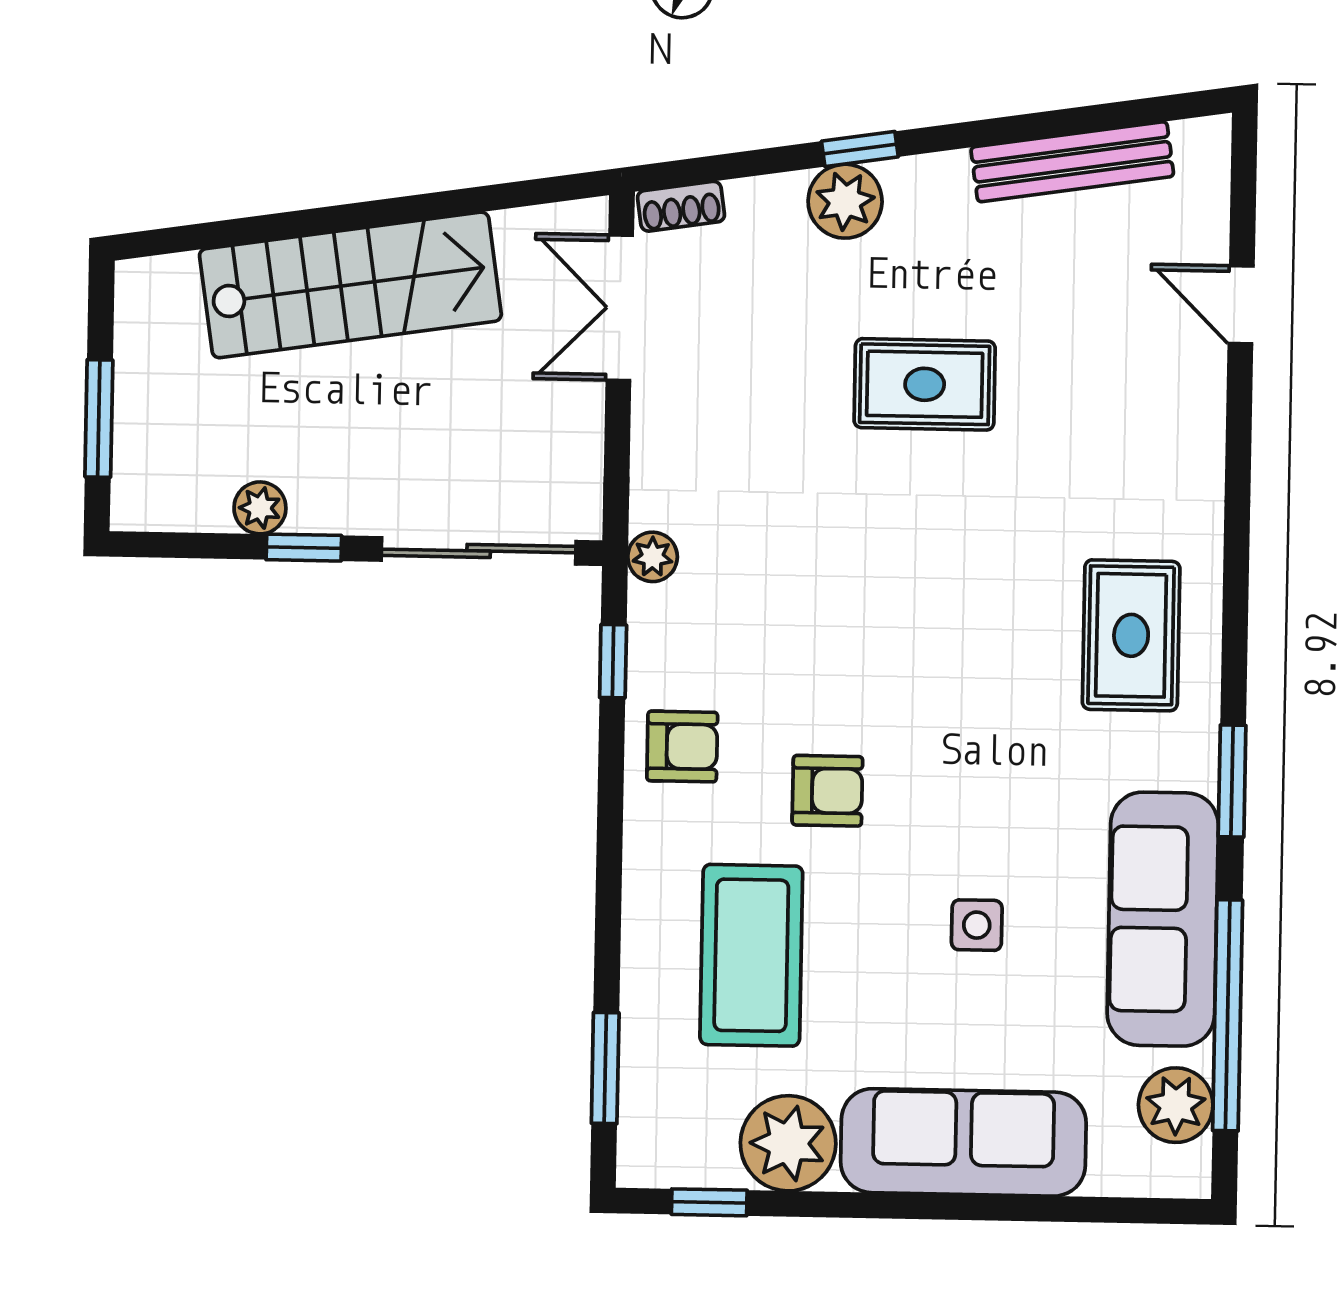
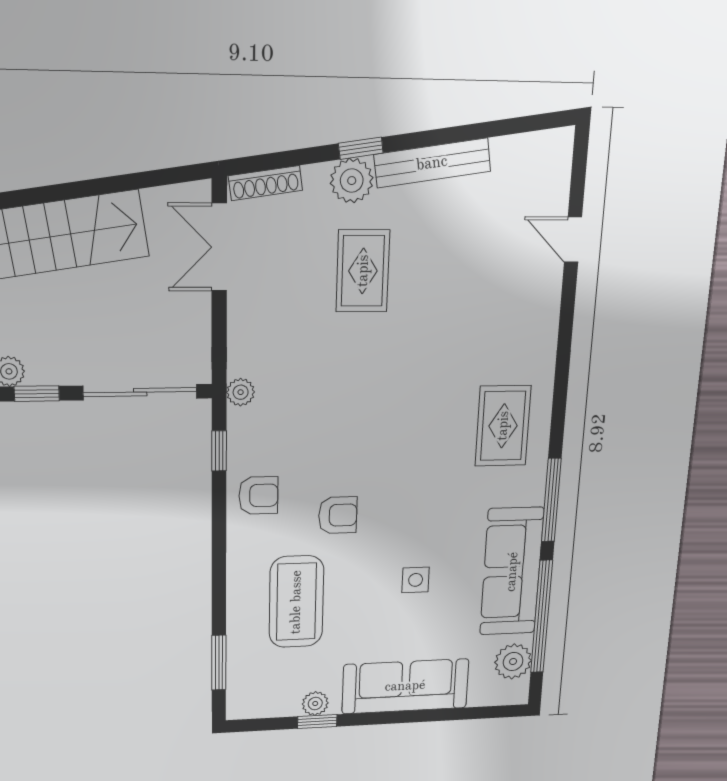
bench: (1072, 162) -> (432, 163), moved
shoe rack: (681, 206) -> (265, 183), width x1.43
rug: (925, 384) -> (363, 271), moved, turned 90
window: (1232, 781) -> (551, 500), width x1.44
plant: (788, 1143) -> (315, 704), width x0.53, depth x0.53
window: (709, 1202) -> (317, 722), moved

